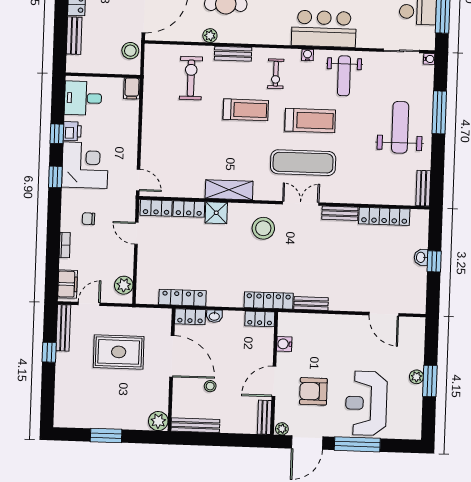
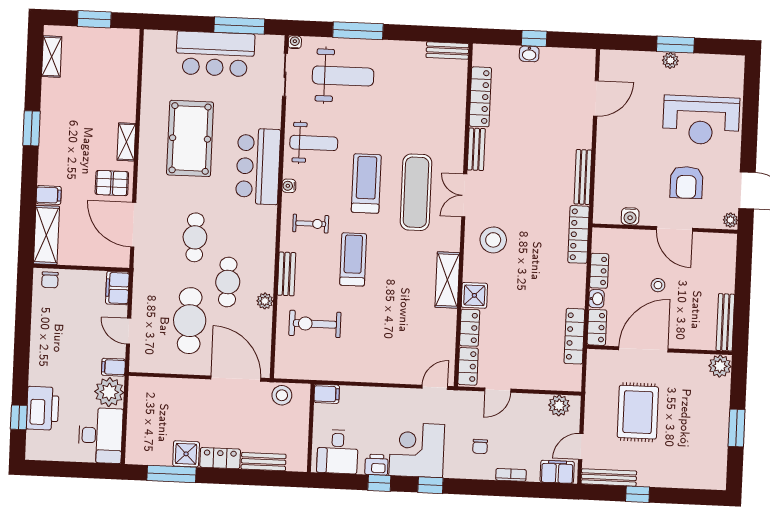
weight bench: (400, 127) -> (343, 76), moved, turned 180
bench: (311, 303) -> (583, 177), width x1.36
door: (89, 304) -> (581, 447), hinge flipped
locker: (260, 319) -> (599, 271), moved
stool: (210, 386) -> (658, 285), moved
bench: (264, 417) -> (717, 241), removed
window: (357, 444) -> (750, 131), removed

